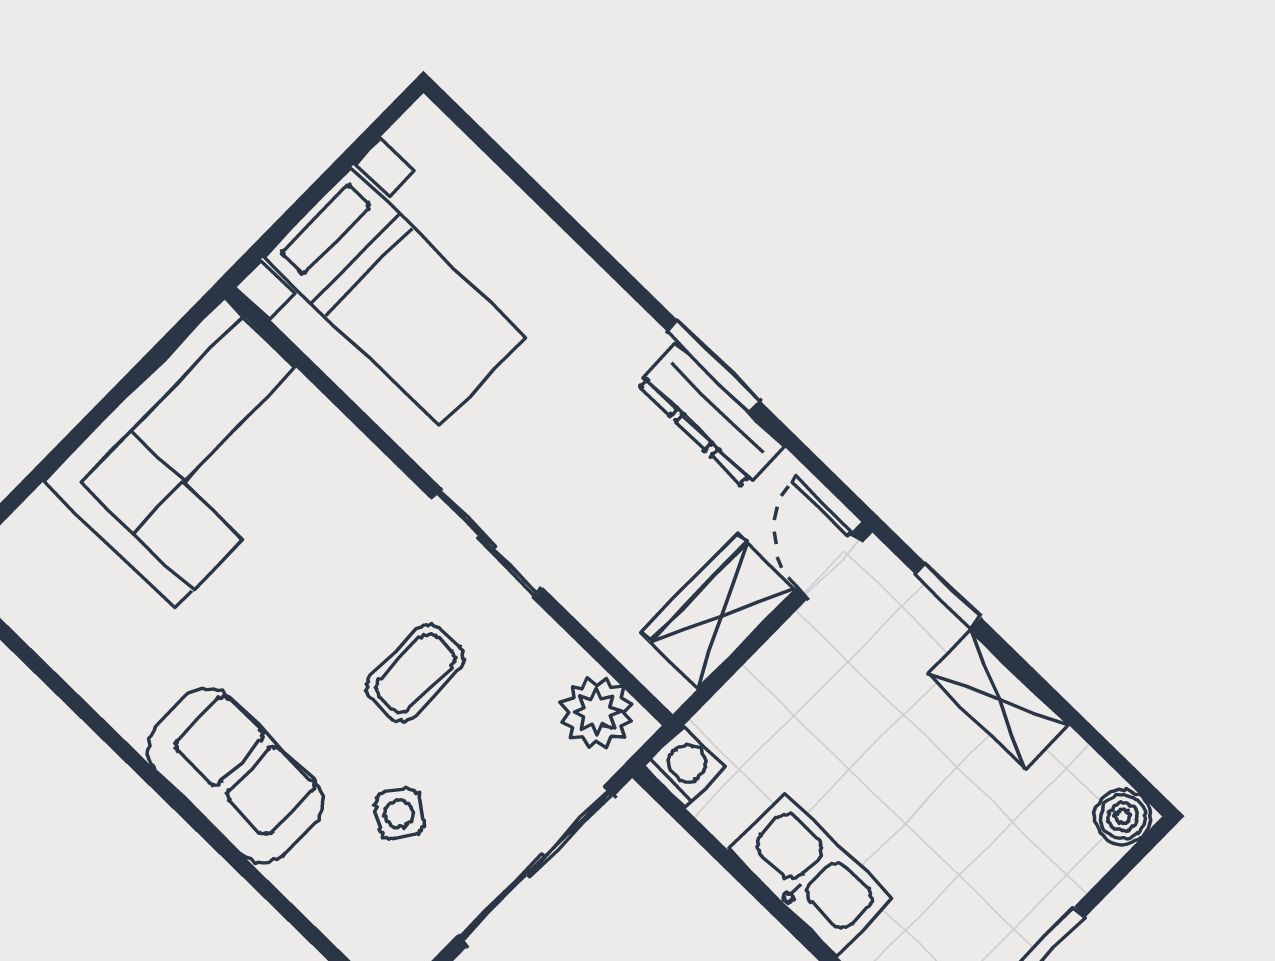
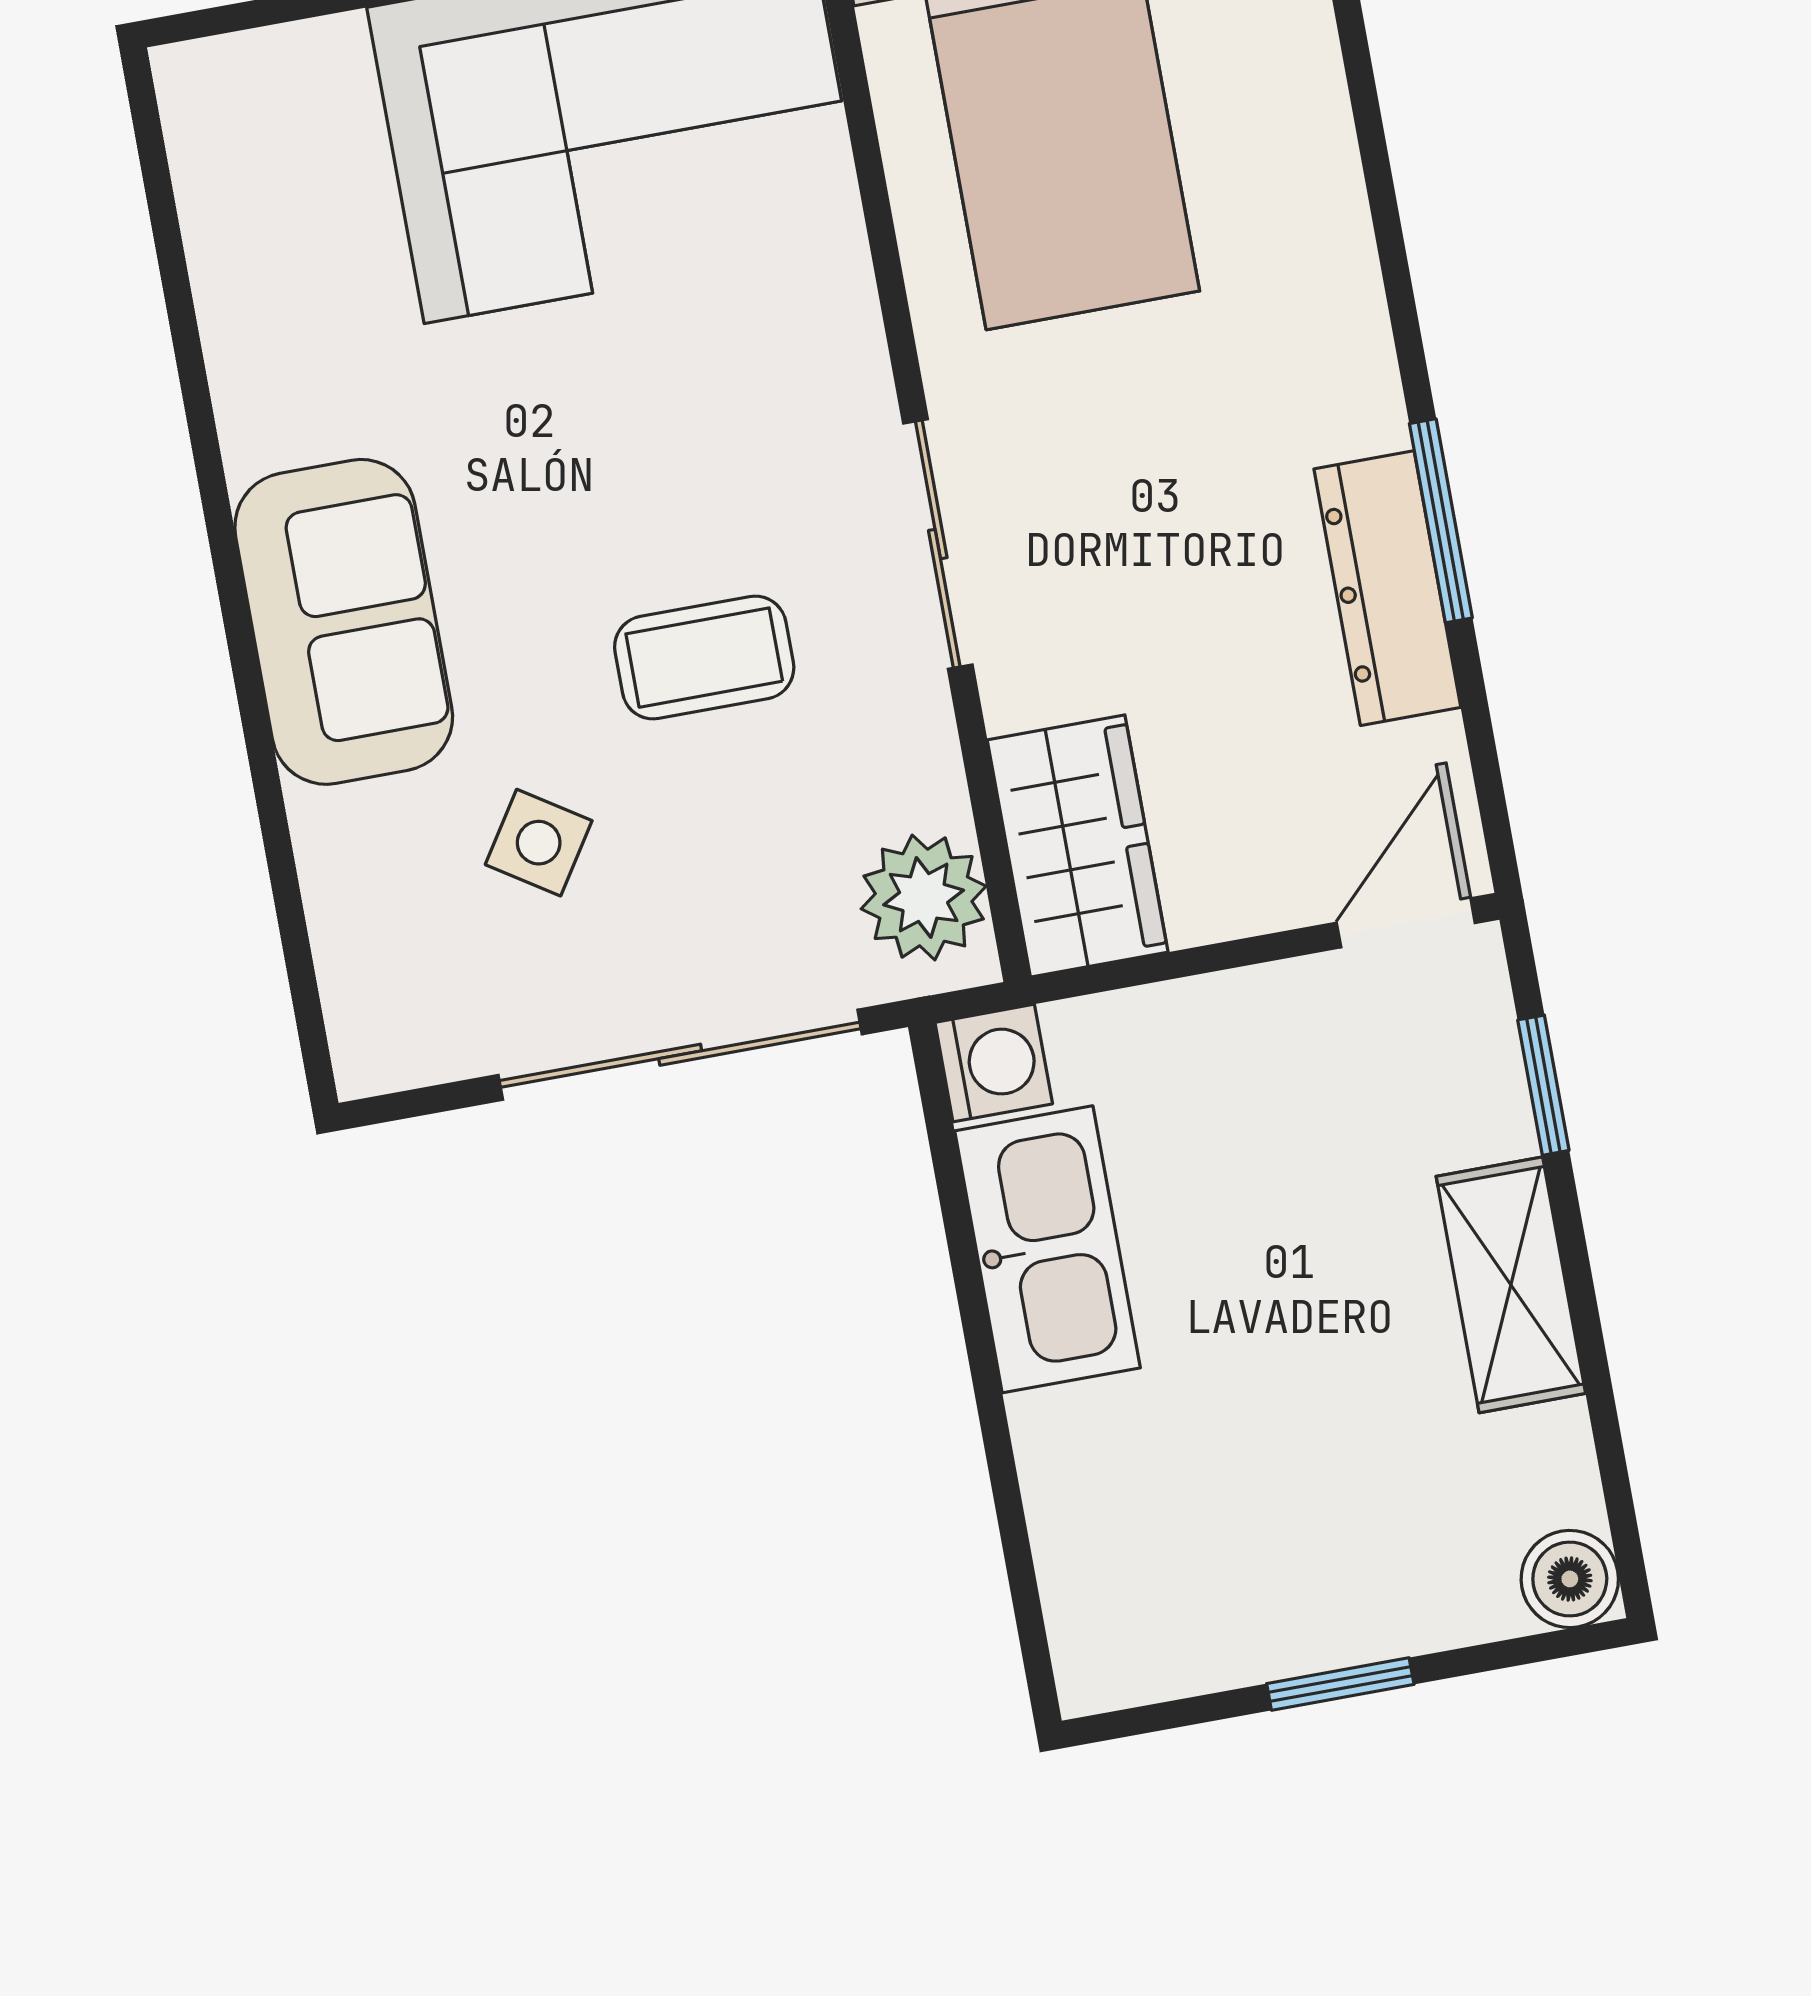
wardrobe: (718, 611) -> (1078, 846), moved, turned 90
kitchen sink: (811, 875) -> (1047, 1249), moved

